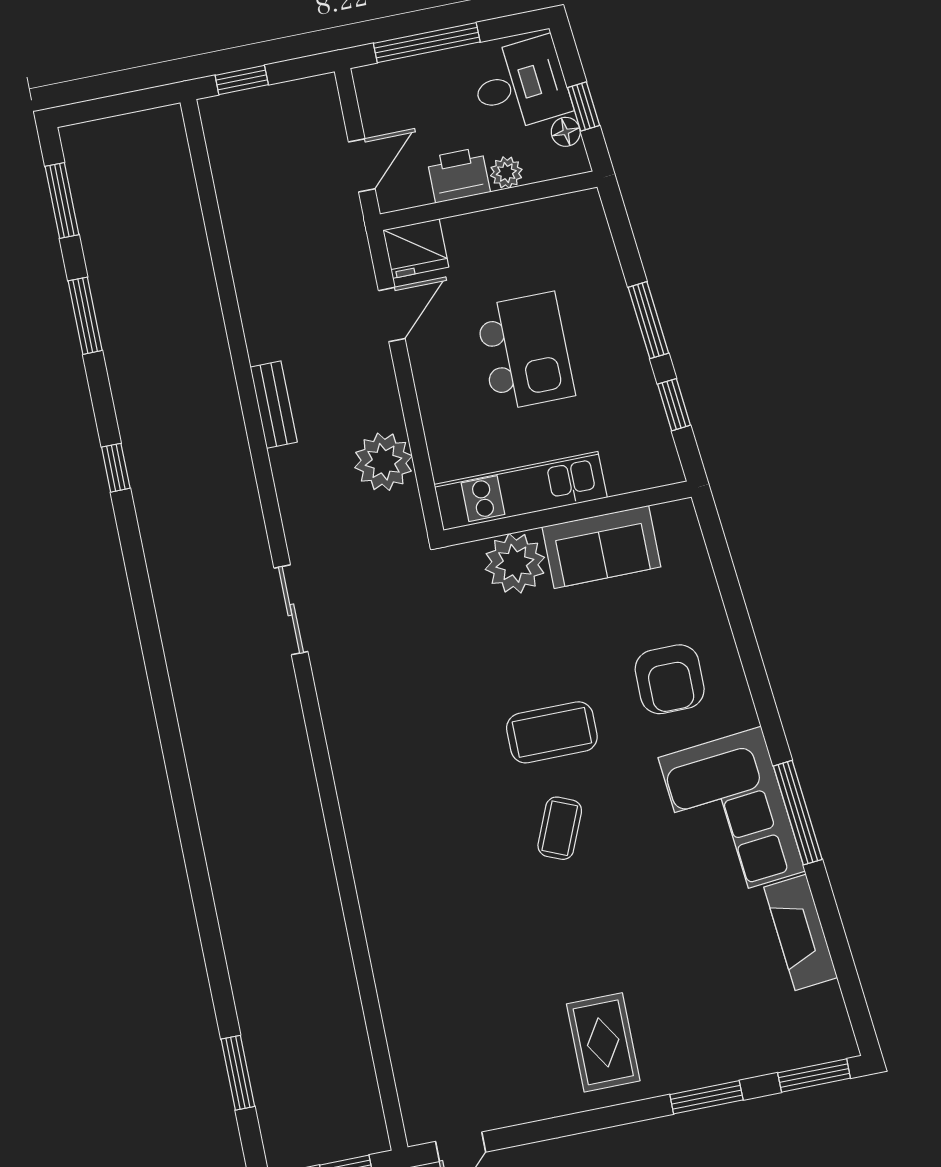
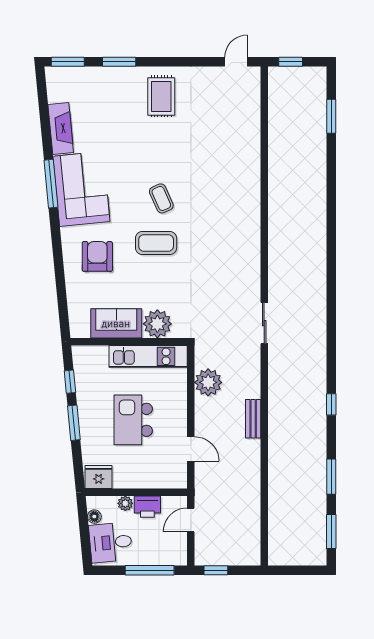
window: (242, 80) -> (216, 570), moved
window: (584, 107) -> (84, 526), removed
fridge: (416, 249) -> (99, 477), moved
door: (392, 315) -> (191, 449), swing flipped
coffee table: (560, 828) -> (161, 198), turned -47

